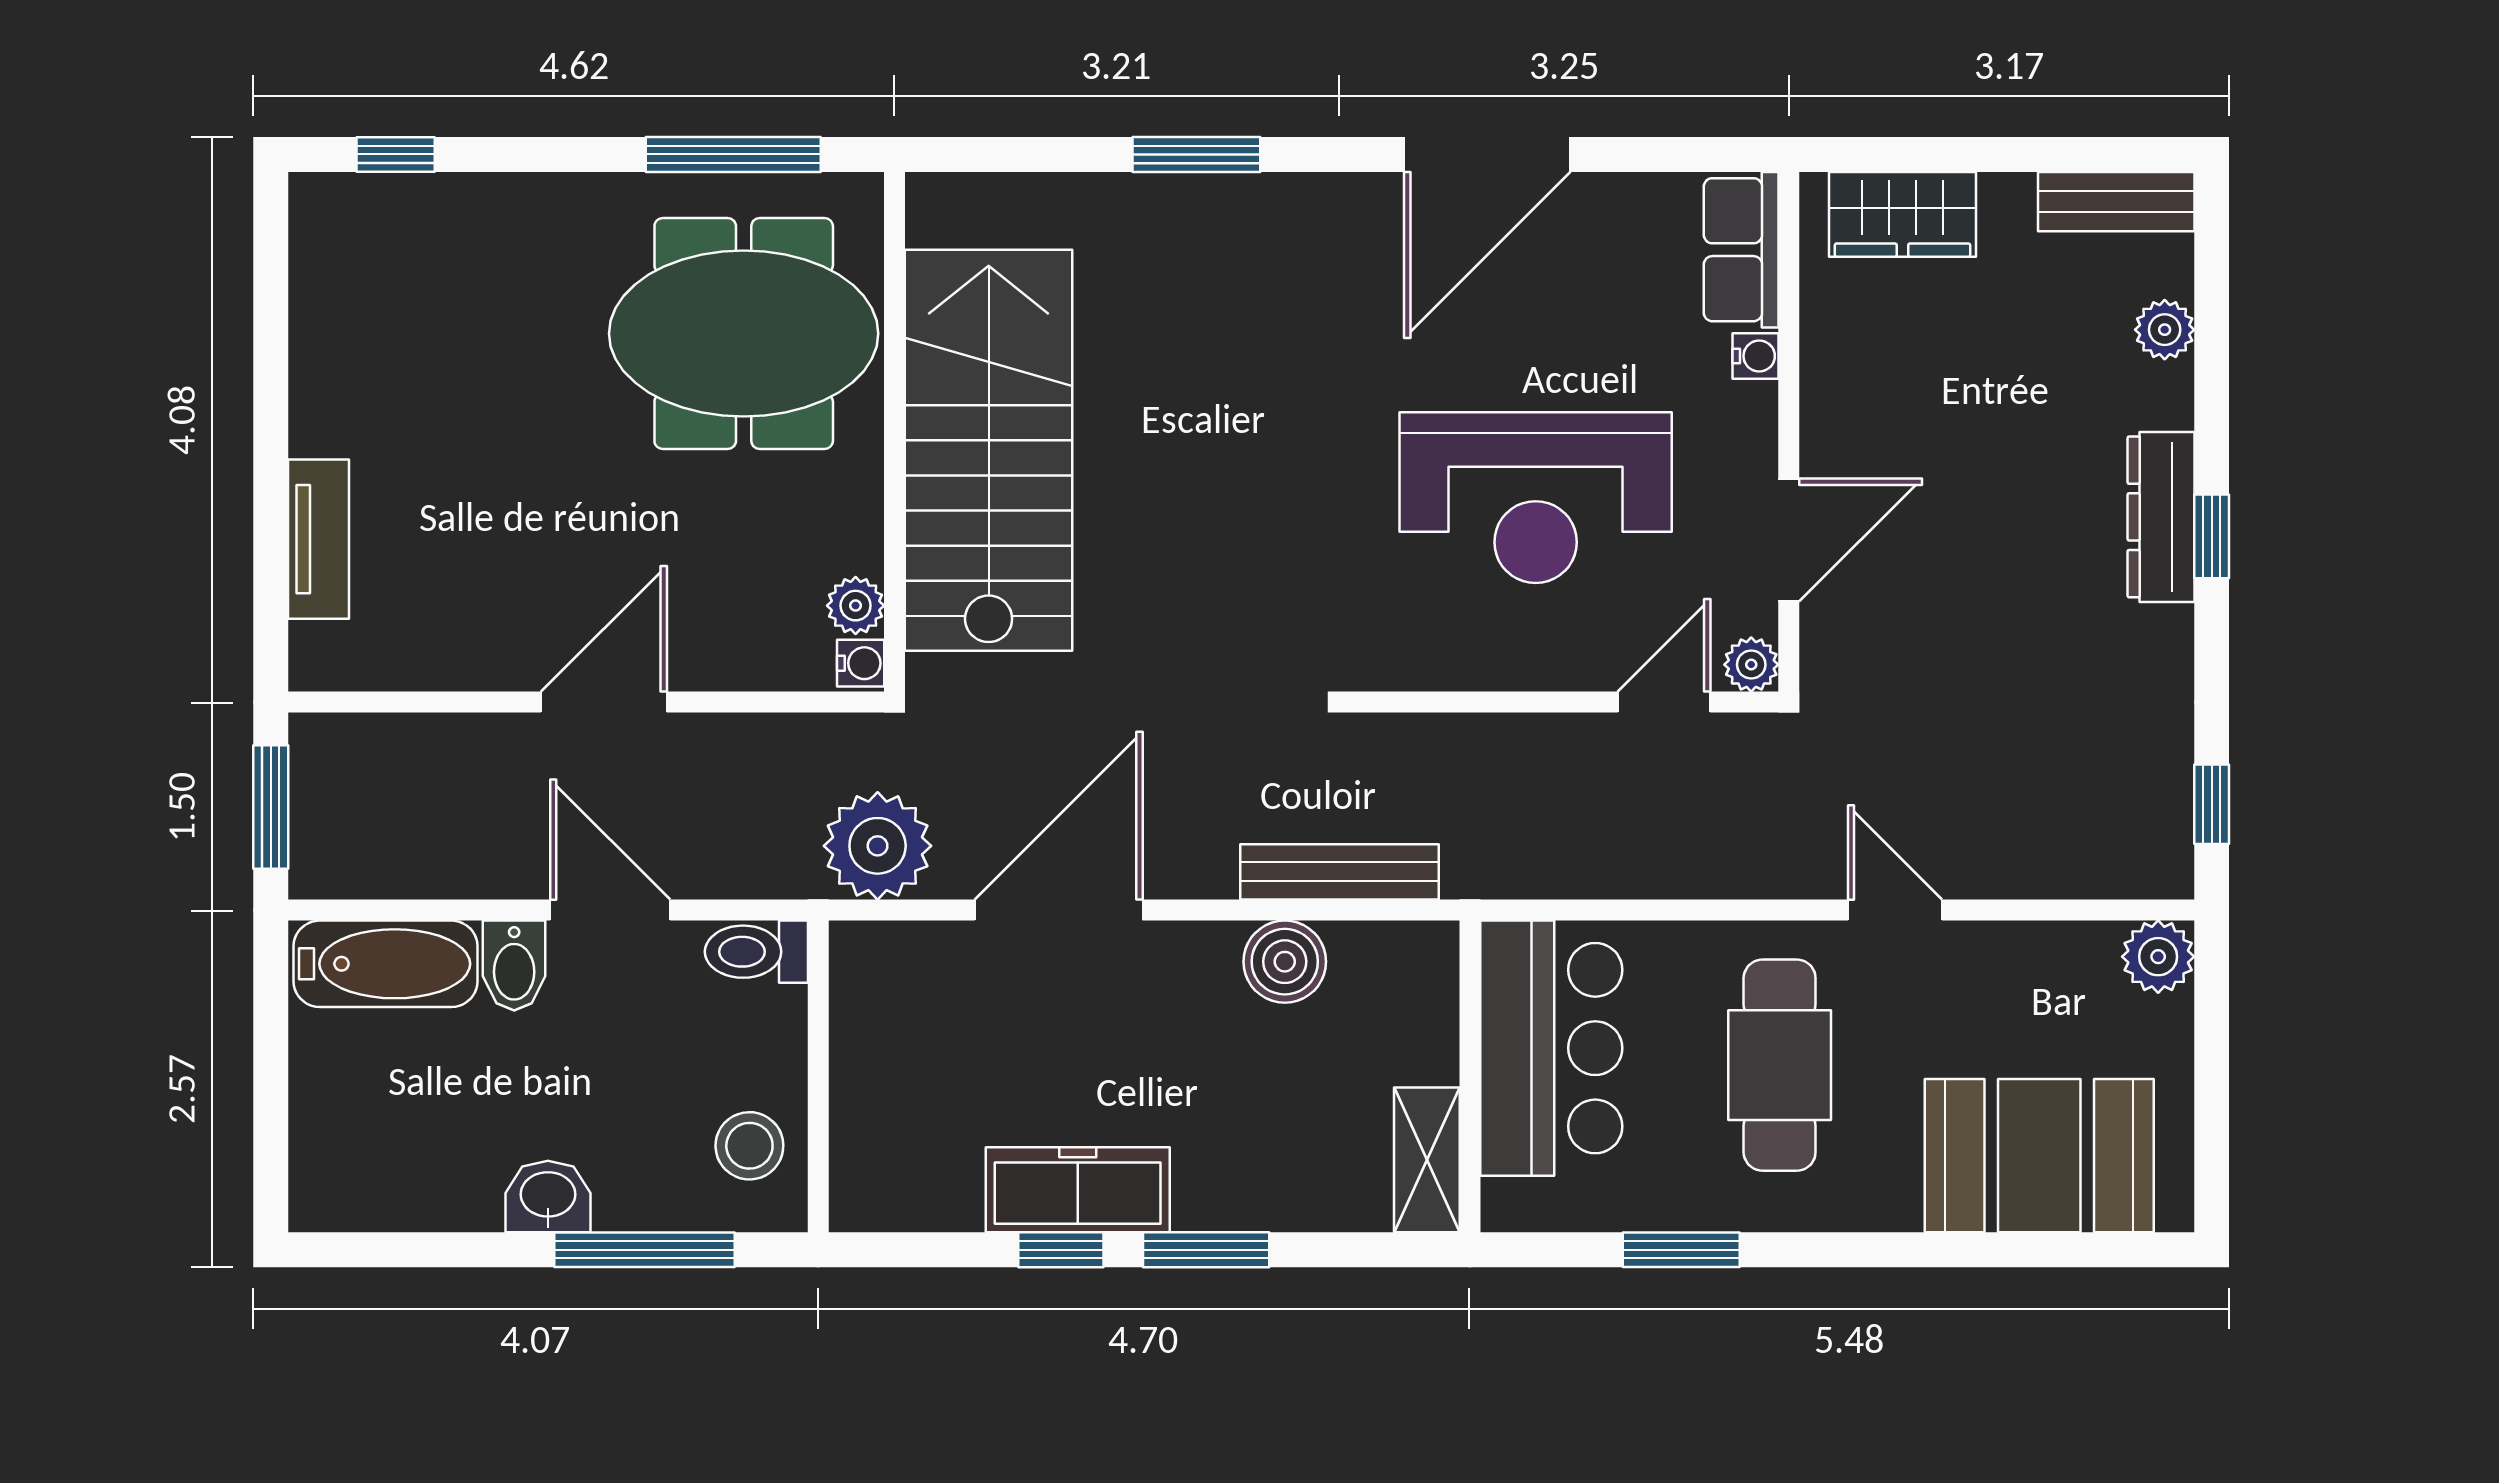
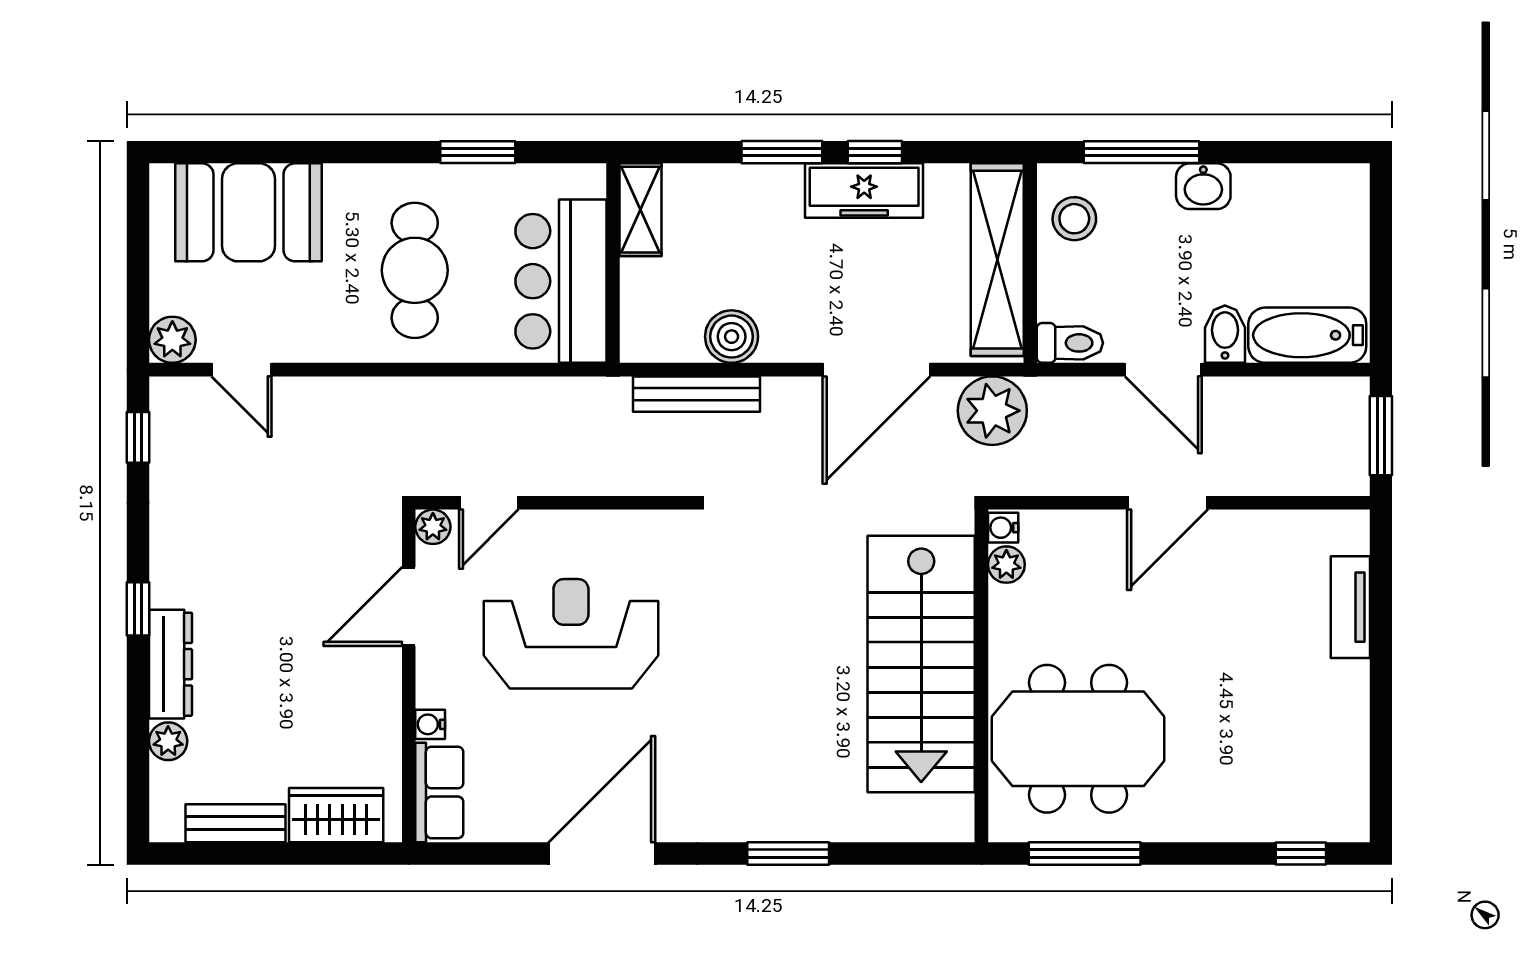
bench: (2116, 202) -> (235, 823), moved
dresser: (2161, 517) -> (170, 664), moved
door: (1895, 910) -> (241, 370), moved
shelving: (870, 1082) -> (997, 260), added

